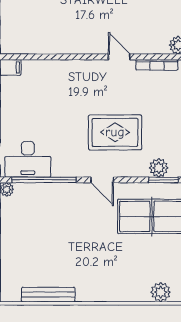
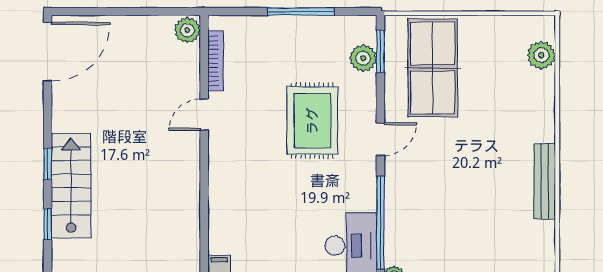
bench: (48, 295) -> (545, 181), moved

